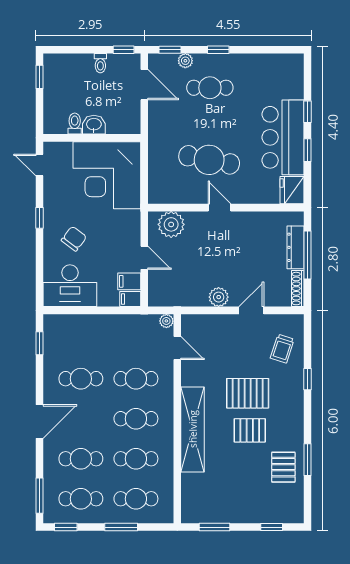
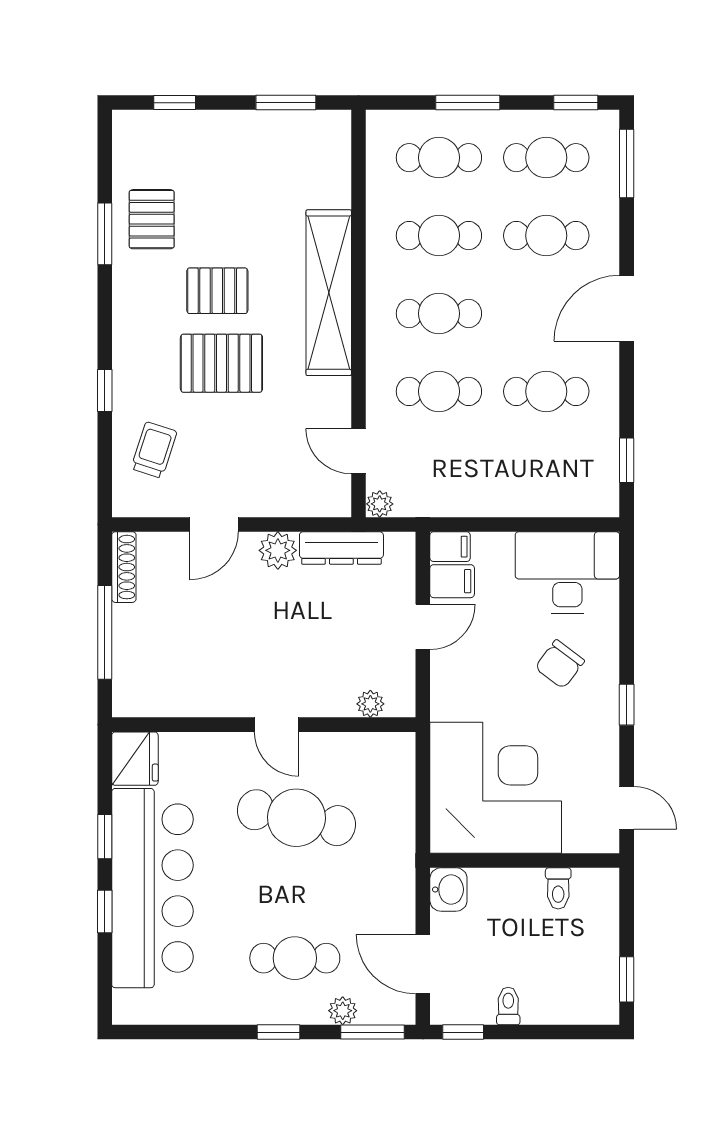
window: (170, 50) -> (373, 1032), width x1.50
washbasin: (94, 125) -> (448, 889), moved, turned -90
bar counter: (283, 137) -> (152, 888), width x1.36
plant: (171, 224) -> (370, 704), width x0.53, depth x0.53
dresser: (295, 247) -> (341, 548), moved, turned 90
door: (144, 258) -> (423, 627), swing flipped

